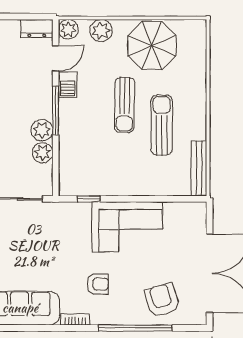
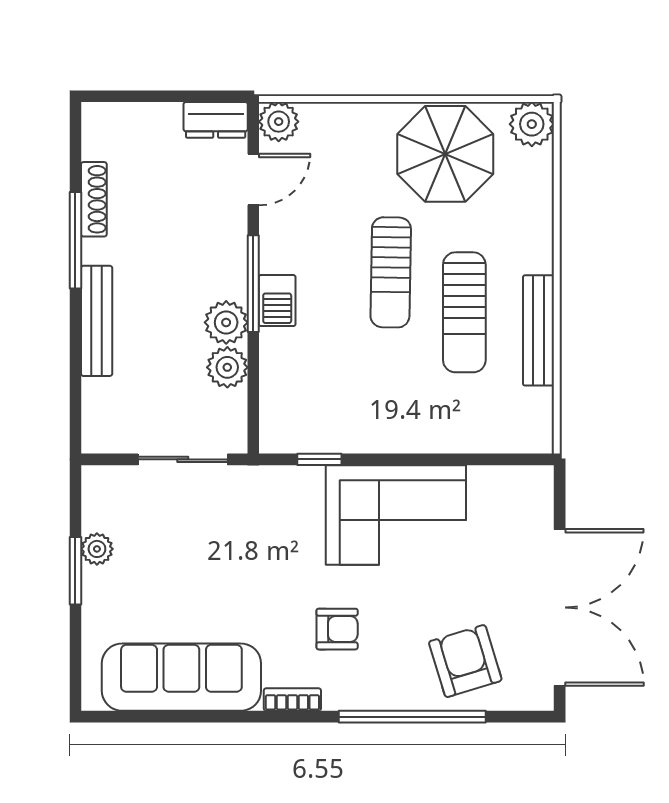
plant: (101, 31) -> (532, 124), moved
barbecue: (68, 85) -> (277, 301), moved
sun lounger: (162, 125) -> (464, 312), turned 180
bench: (199, 168) -> (539, 330), moved

